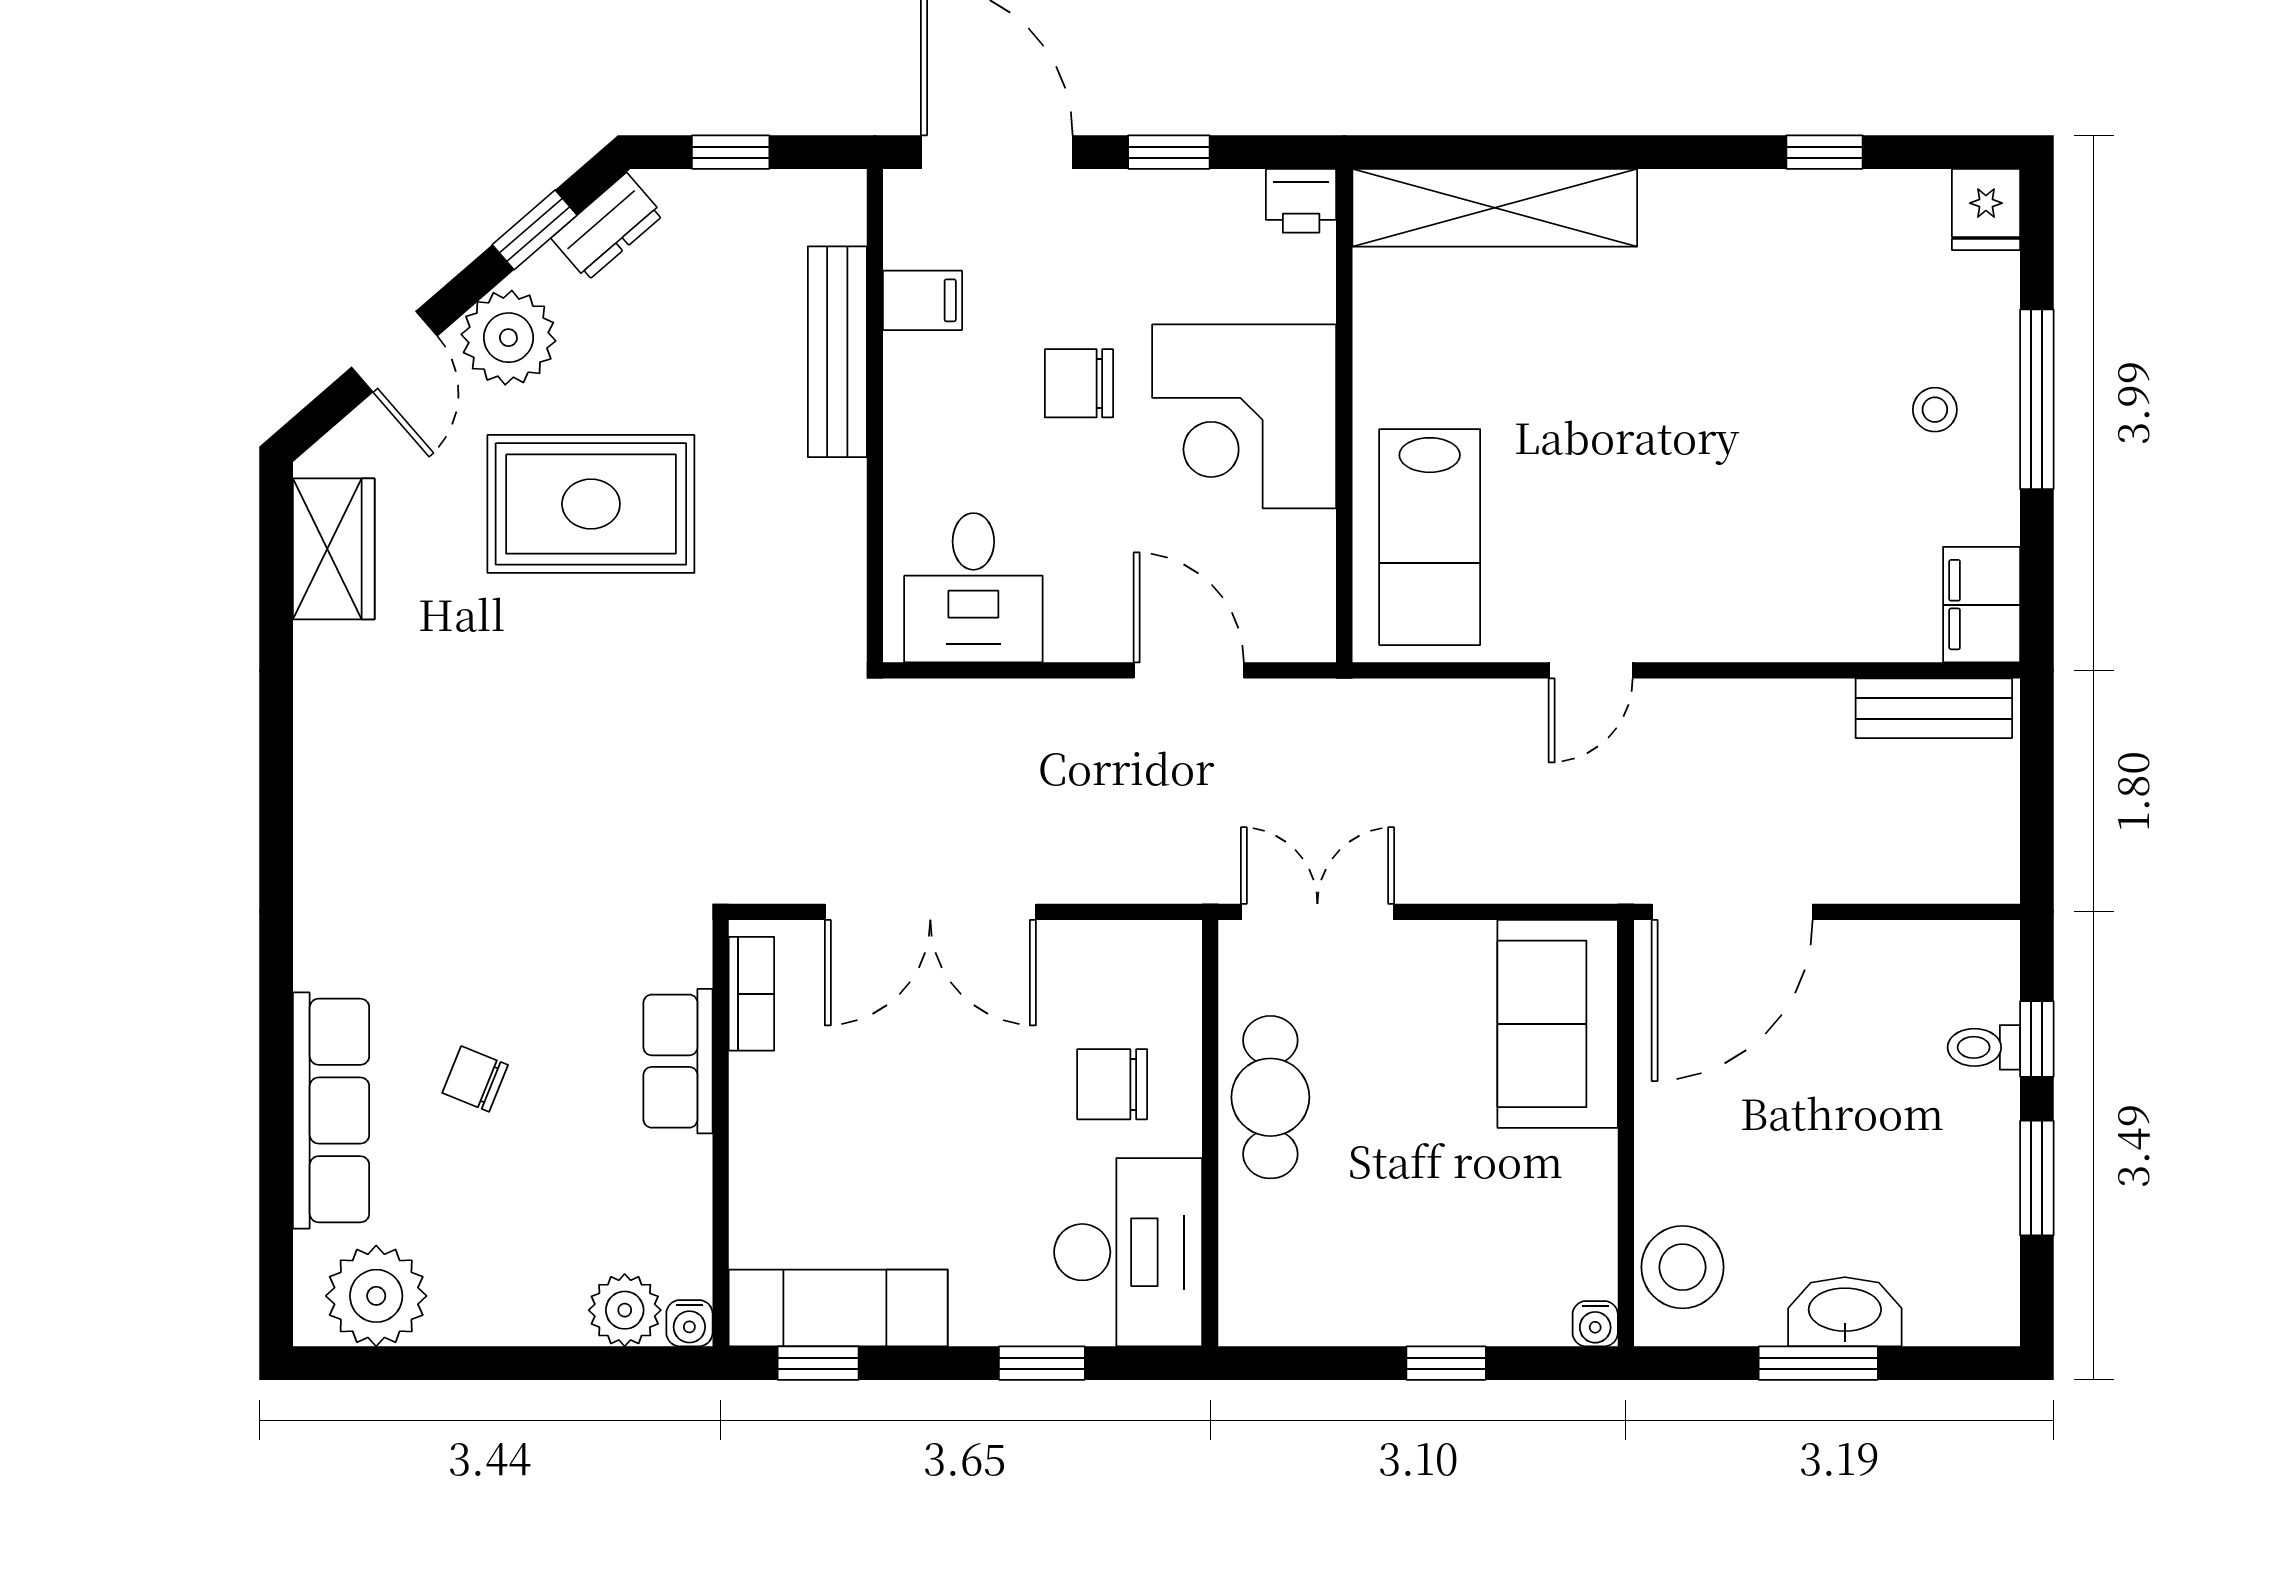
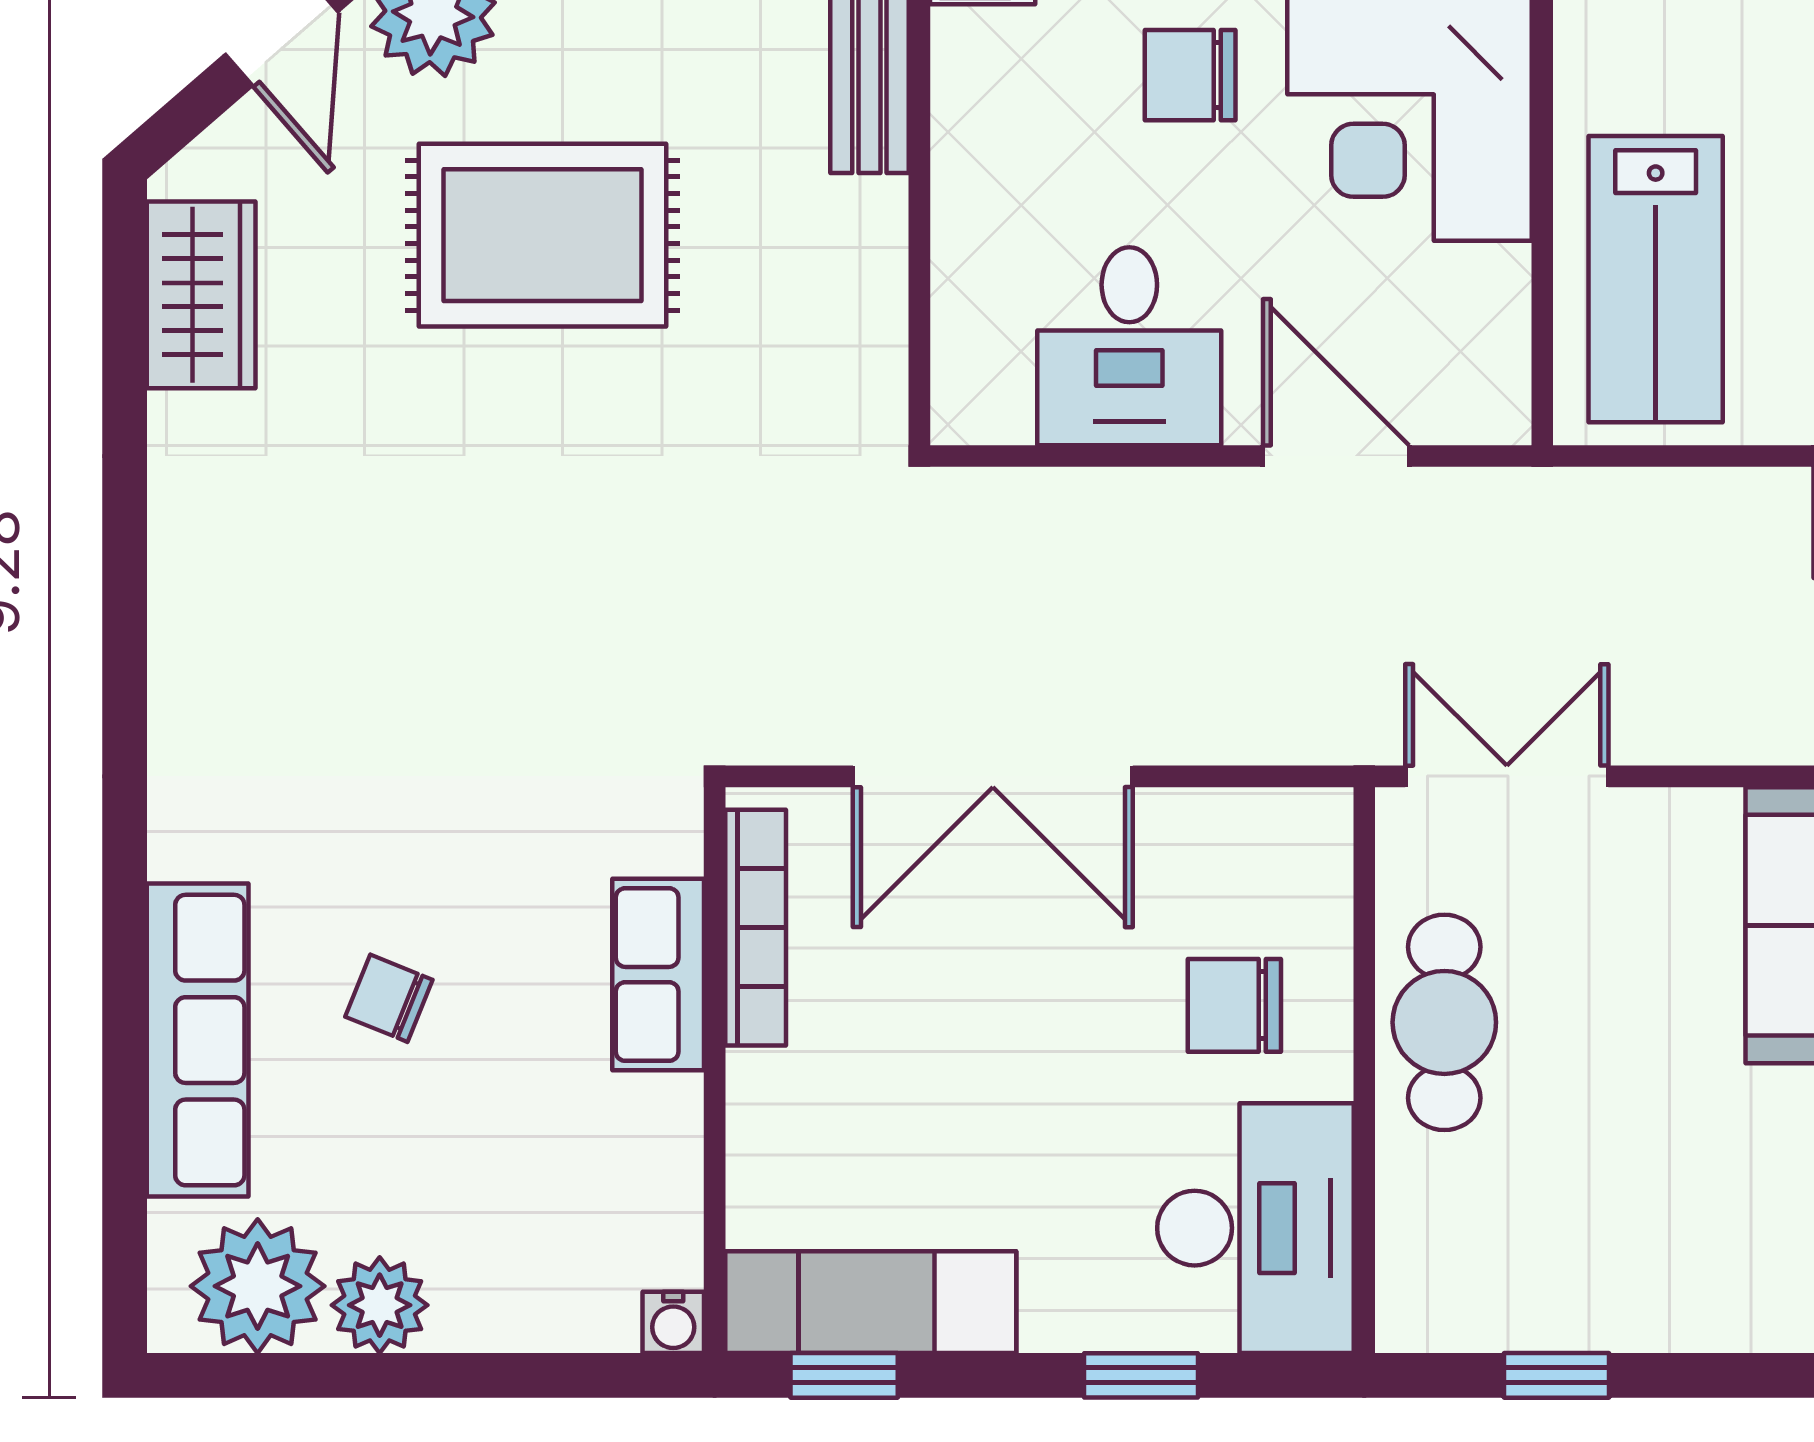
desk: (973, 588) -> (1129, 346), moved
bookcase: (751, 994) -> (756, 928), width x1.56
plant: (625, 1310) -> (380, 1305), moved
window: (1446, 1363) -> (1556, 1375), moved

